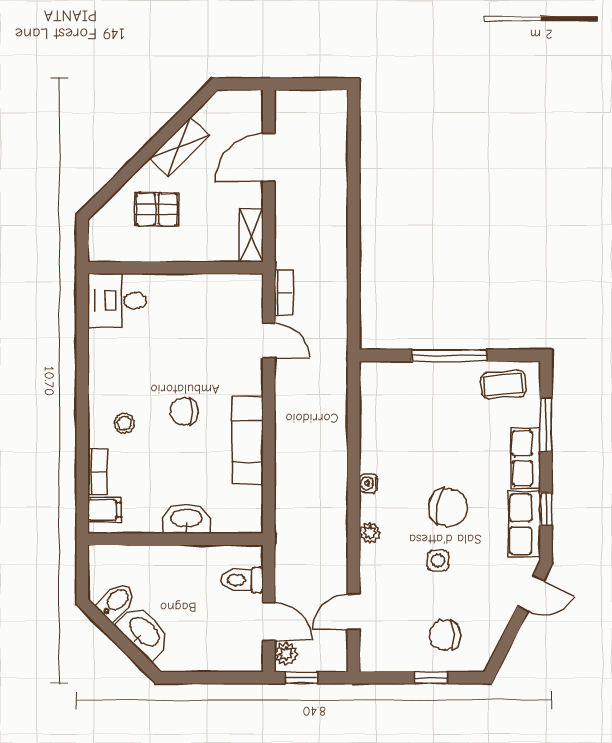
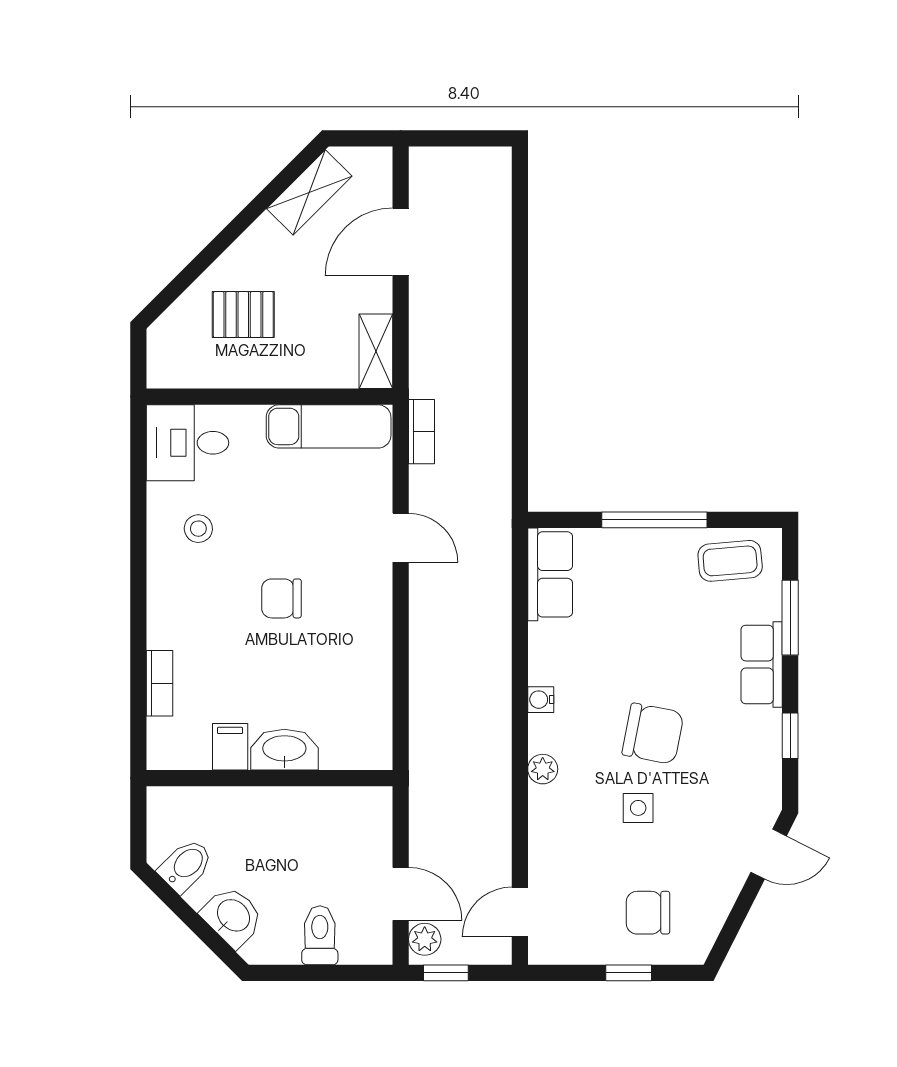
shelving: (179, 147) -> (309, 192), moved
door: (269, 340) -> (401, 538), moved
stool: (124, 423) -> (198, 529), moved
exam couch: (248, 440) -> (329, 426), moved, turned -90
filing cabinet: (104, 510) -> (230, 747), moved, turned -90
row of seats: (524, 524) -> (550, 574), moved, turned 180
toilet: (242, 580) -> (320, 935), moved, turned 90
door: (354, 612) -> (520, 912), moved
washbasin: (144, 632) -> (233, 916), width x0.72

